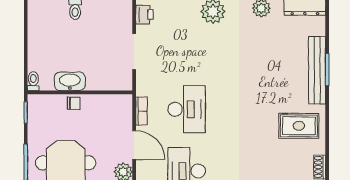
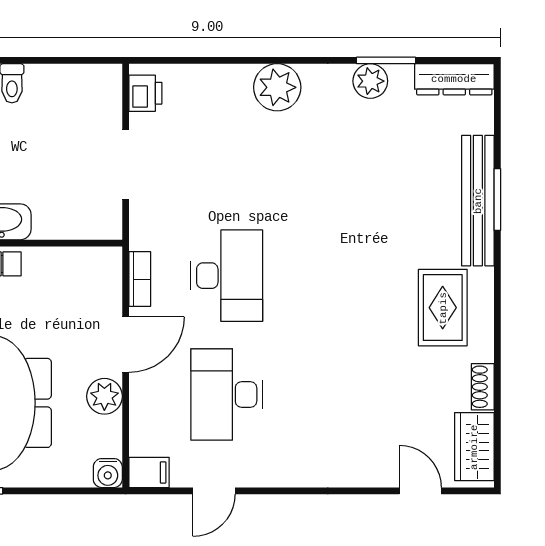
rug: (299, 126) -> (443, 308), turned 90
door: (134, 145) -> (126, 345), hinge flipped

